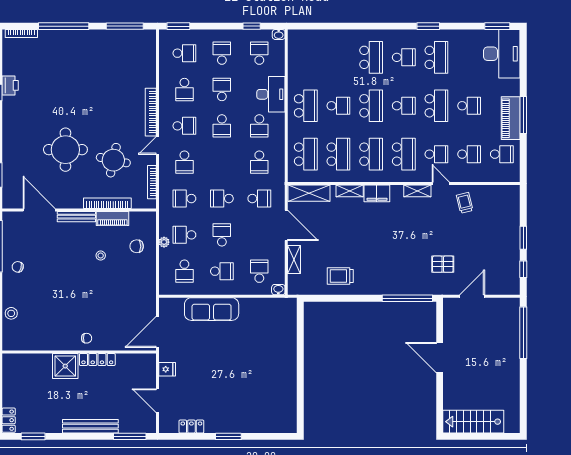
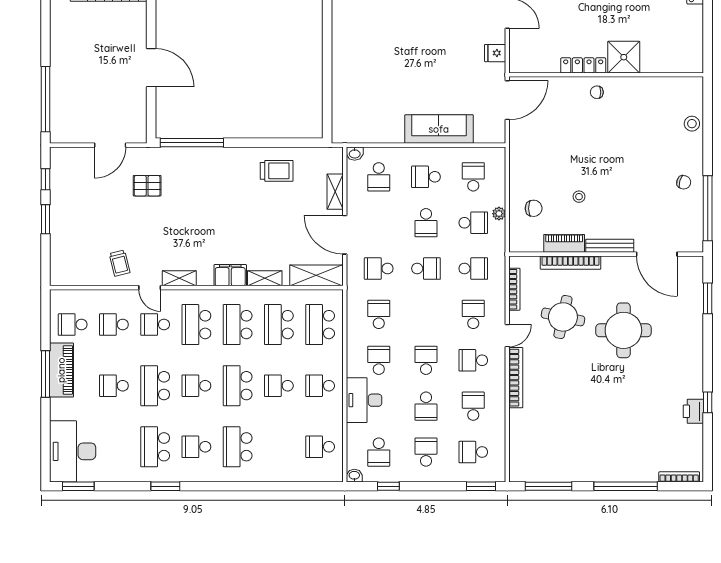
school desk: (222, 53) -> (426, 452), turned 180
school desk: (306, 57) -> (320, 447), added
school desk: (306, 106) -> (320, 386), width x0.54

